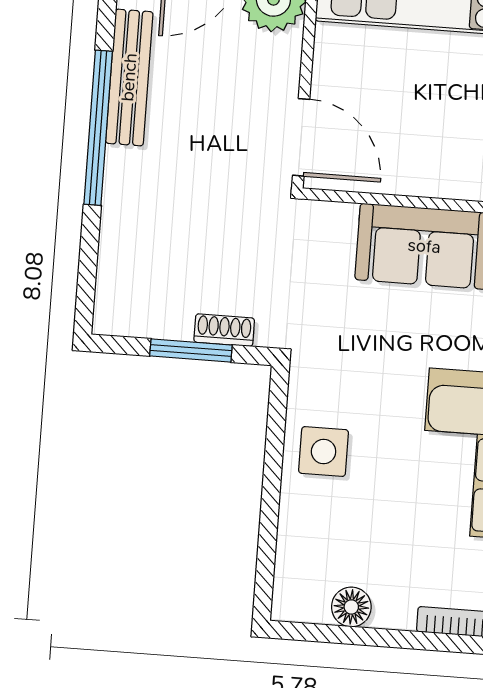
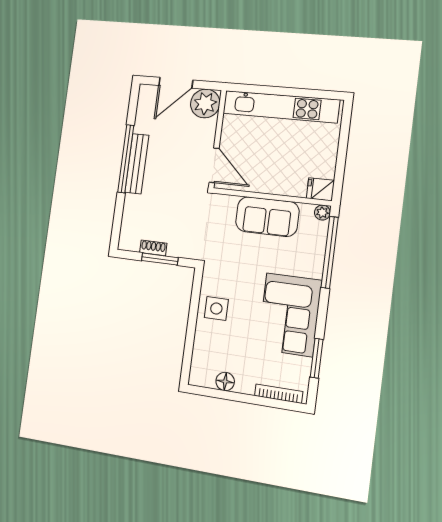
bench: (129, 77) -> (137, 164), moved
shoe rack: (224, 330) -> (153, 248), moved

